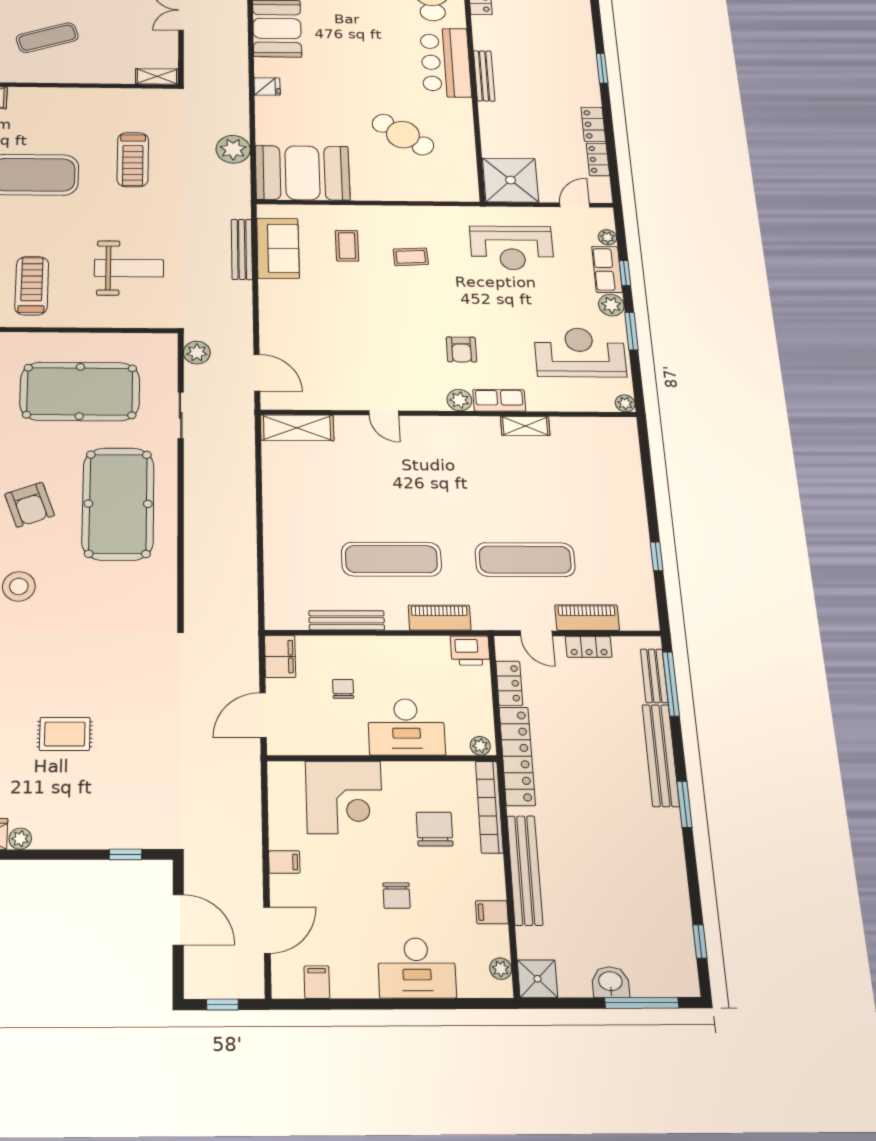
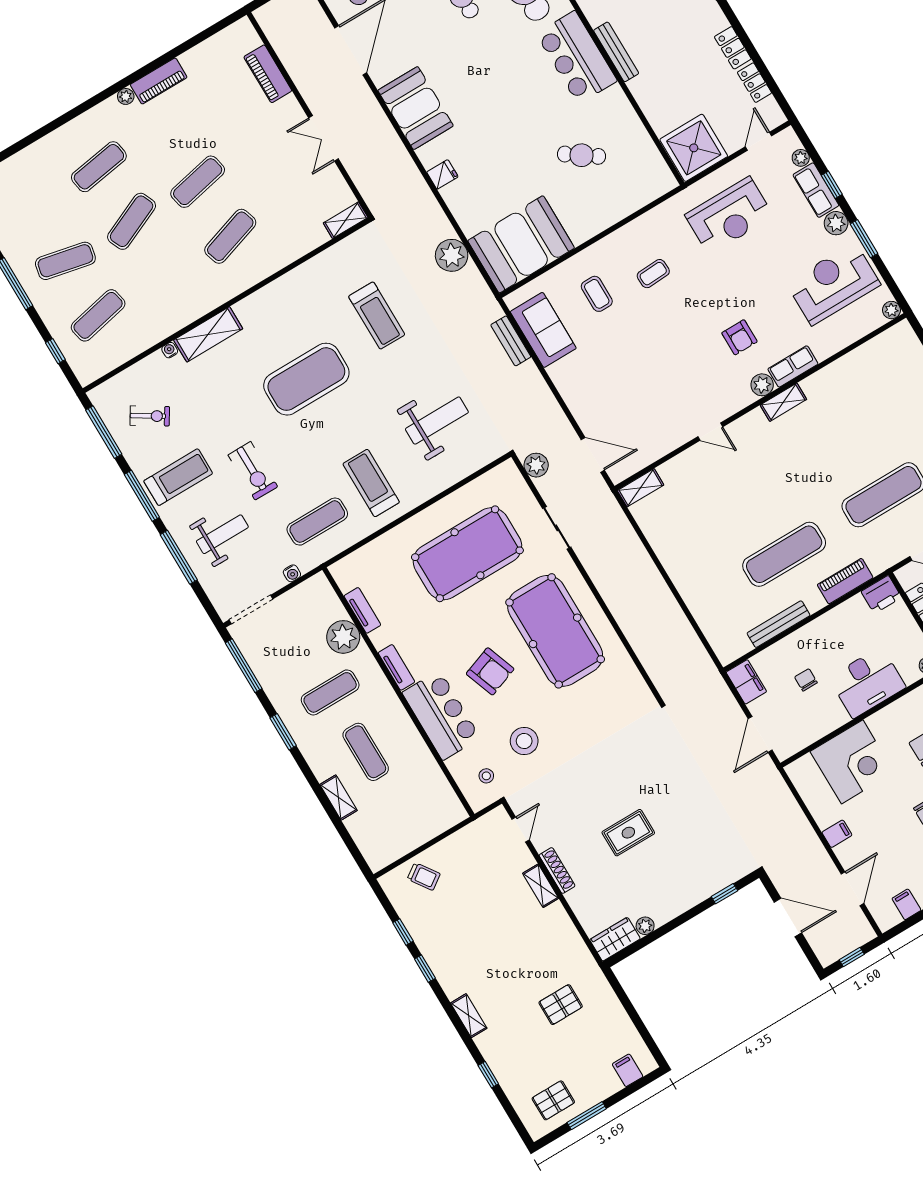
cafe table: (403, 135) -> (582, 155), width x0.73, depth x0.74
bench: (242, 249) -> (511, 341), width x0.73
shelving: (525, 426) -> (783, 402), moved
shelving: (297, 428) -> (641, 488), width x0.67, depth x0.75

